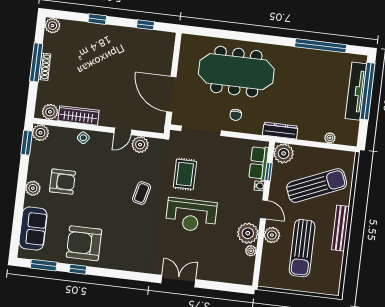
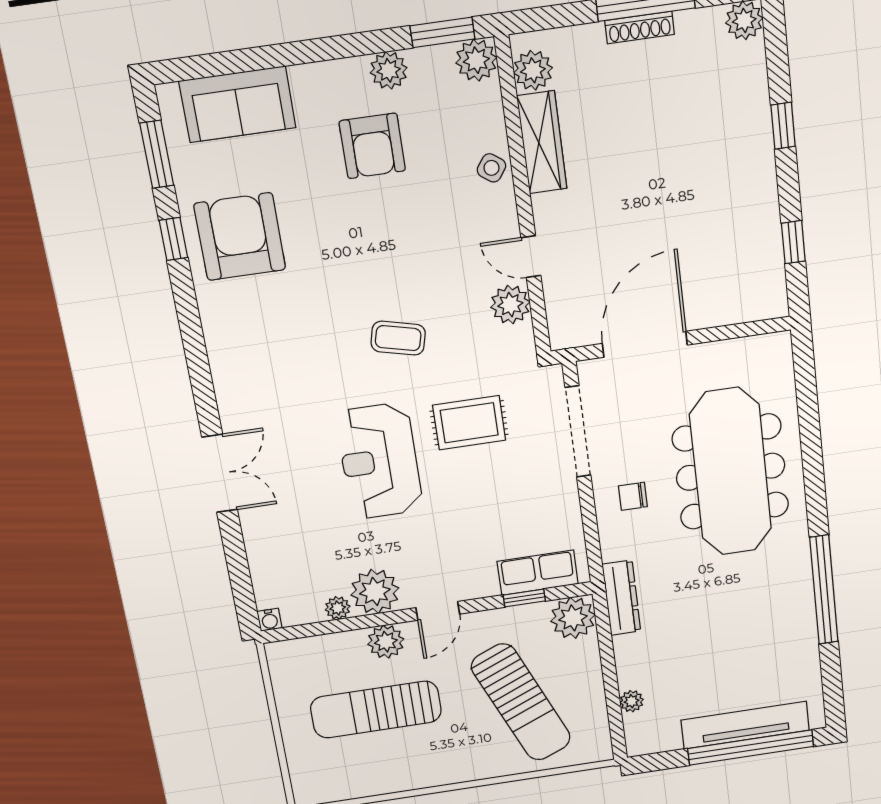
window: (321, 46) -> (824, 590), moved
water cooler: (259, 186) -> (270, 620), moved
plant: (33, 188) -> (389, 70), moved
bench: (341, 228) -> (443, 773), removed

